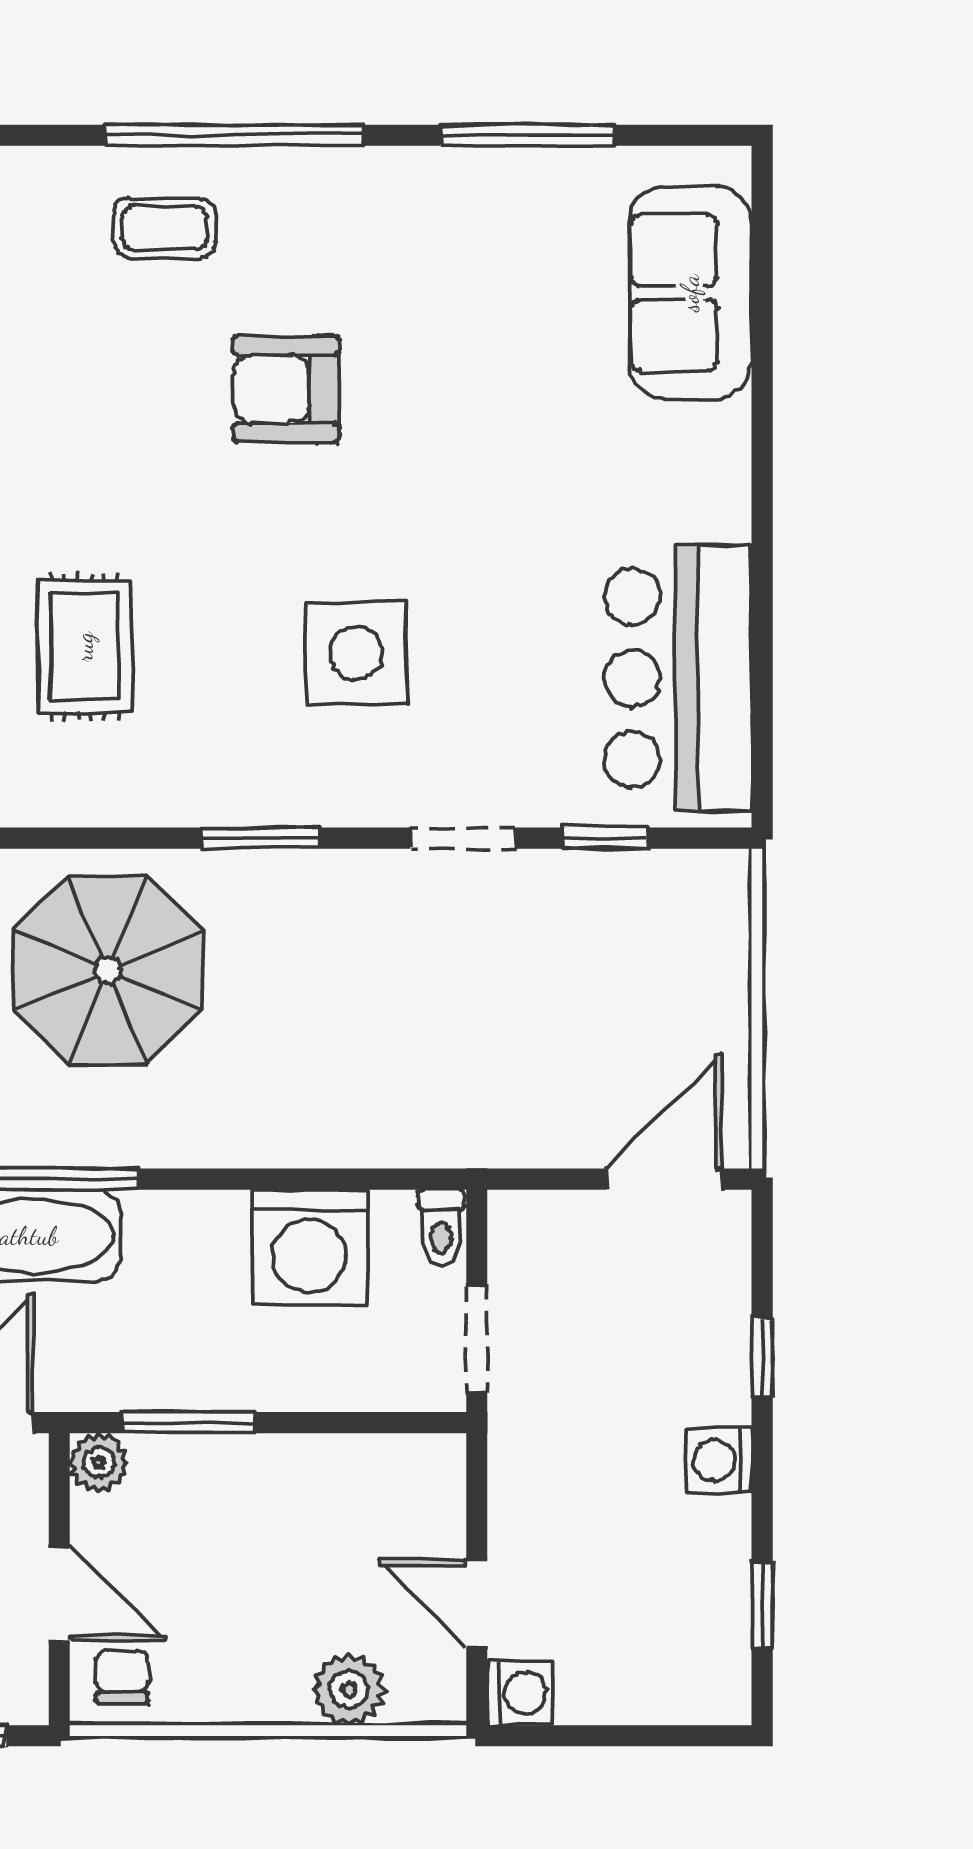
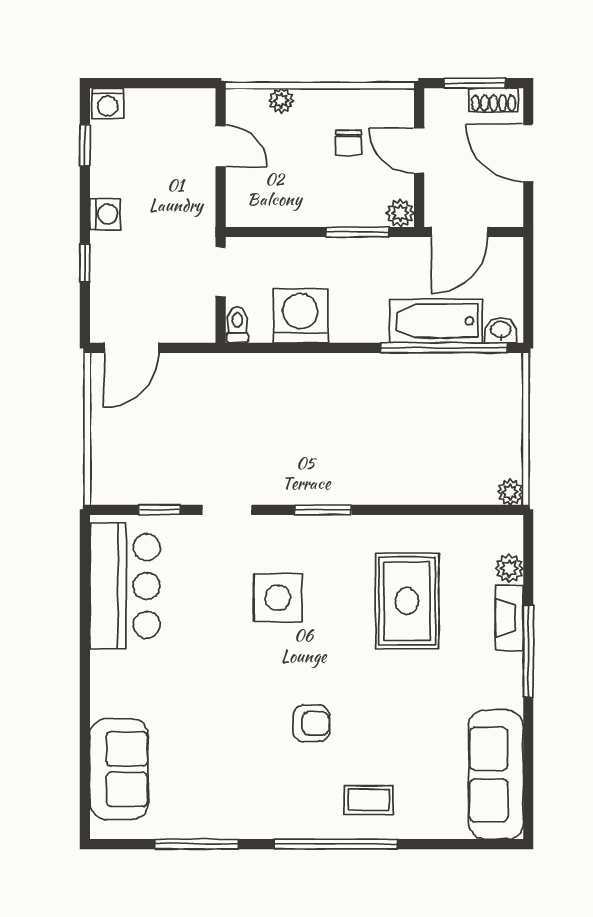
armchair: (286, 389) -> (311, 723), width x0.72, depth x0.72
rug: (84, 647) -> (407, 601), width x1.36, depth x1.43
parasol: (108, 970) -> (396, 447), removed
chair: (122, 1677) -> (349, 143), moved
plant: (349, 1689) -> (281, 101), width x0.73, depth x0.73
washing machine: (520, 1693) -> (108, 104), moved, turned -90

